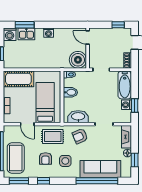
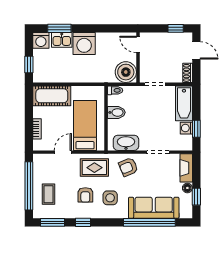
washing machine: (49, 33) -> (84, 44), width x1.89, depth x1.89
door: (27, 124) -> (63, 152), swing flipped
coffee table: (16, 158) -> (48, 194), width x0.54, depth x0.58

